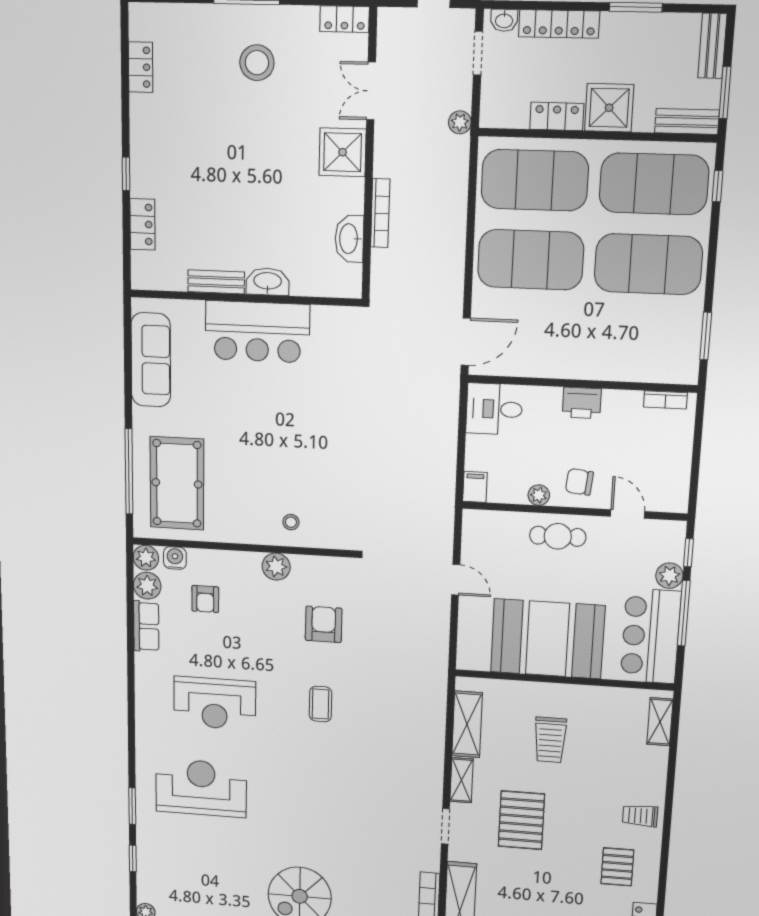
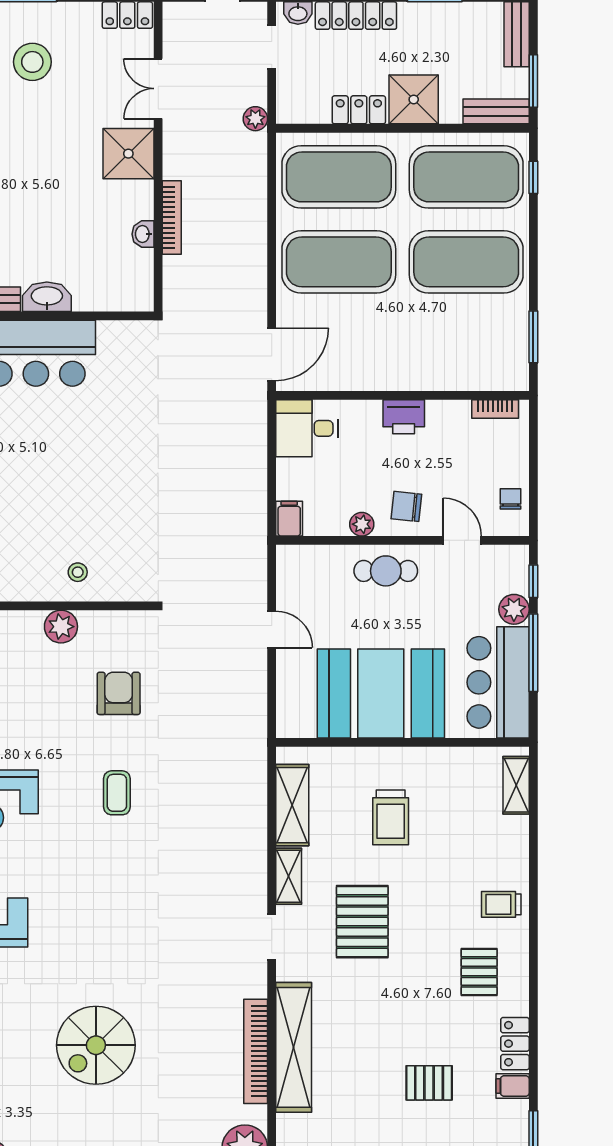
washbasin: (349, 239) -> (143, 234), width x0.52, depth x0.69
chair: (673, 480) -> (510, 499), added

